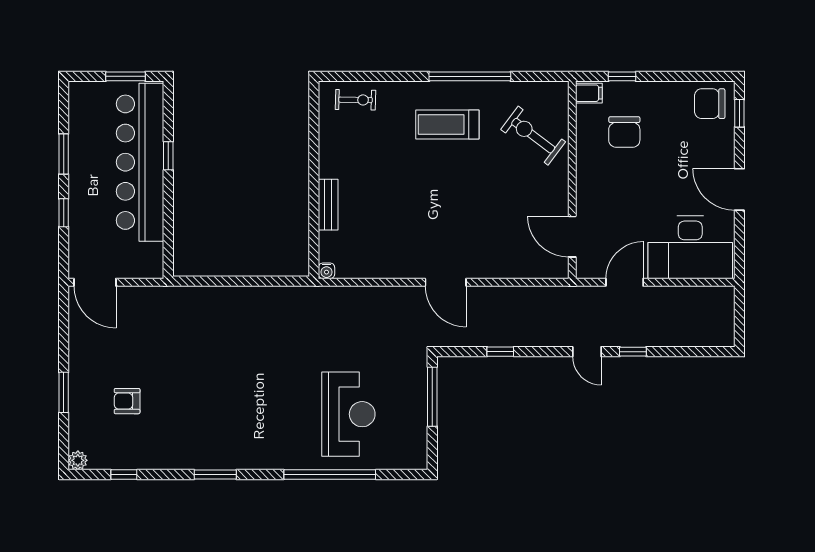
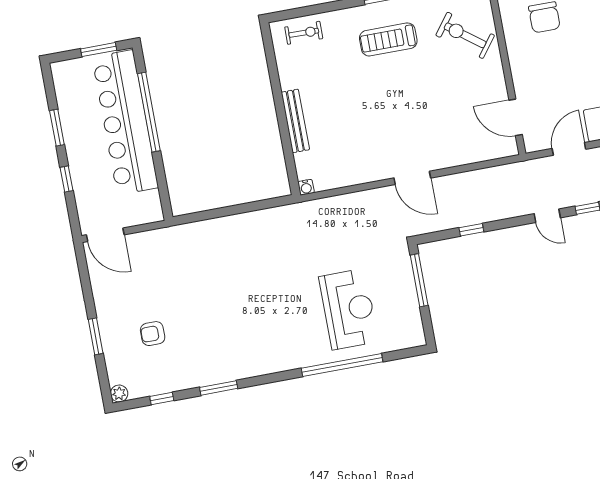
window: (168, 156) -> (149, 112), width x3.17
bench: (328, 205) -> (295, 121), width x1.36
window: (215, 475) -> (219, 388), moved

